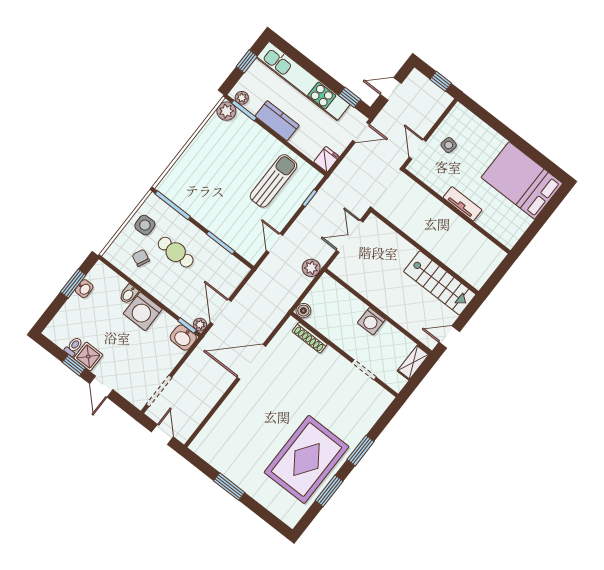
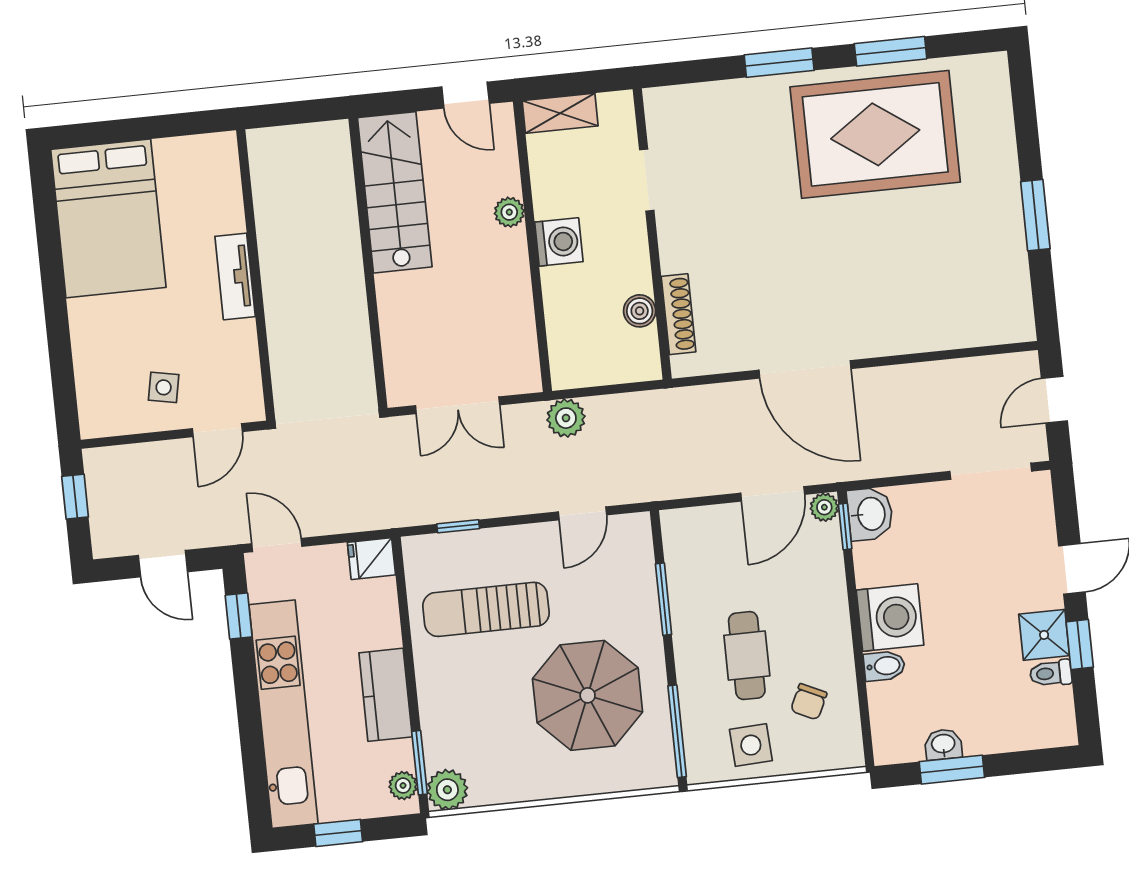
parasol: (213, 187) -> (588, 695), added
boiler: (303, 311) -> (640, 311), moved
plant: (397, 314) -> (509, 212), added

